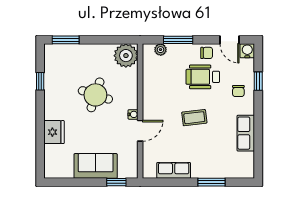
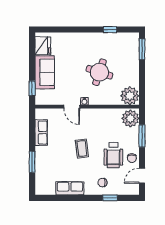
plant: (161, 50) -> (130, 118), width x1.88, depth x1.88
water cooler: (247, 51) -> (133, 189), removed
wheelchair: (203, 77) -> (113, 155), turned 180
fridge: (54, 132) -> (43, 46), moved, turned -90

